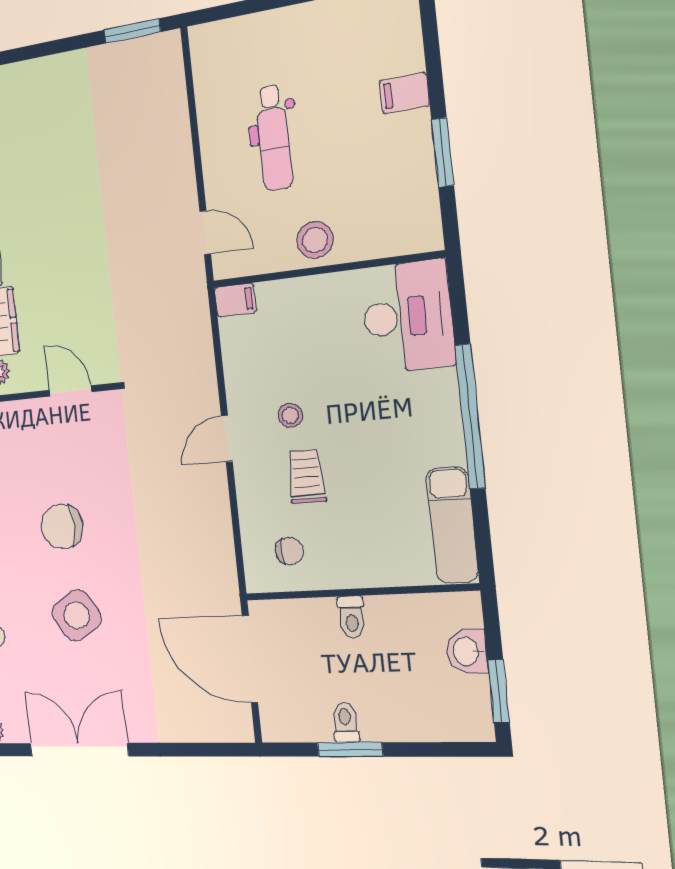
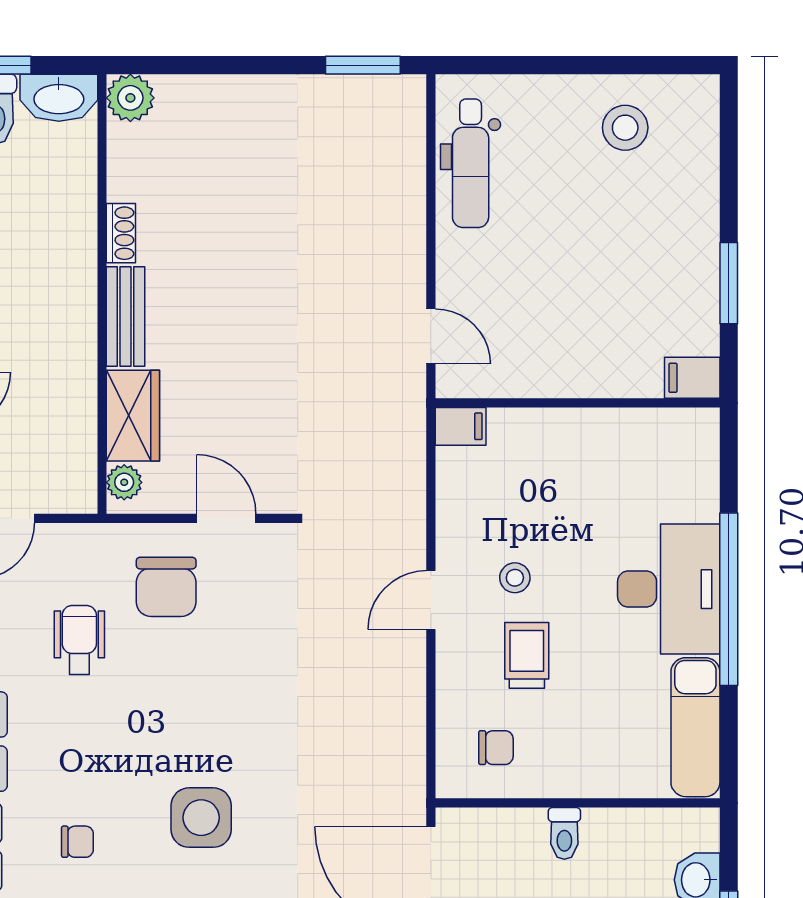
filing cabinet: (404, 93) -> (692, 378), moved
dental chair: (274, 138) -> (471, 163), moved
stool: (315, 240) -> (625, 128), moved
desk: (408, 317) -> (669, 589), moved
chair: (62, 526) -> (166, 587), moved, turned -90
side table: (76, 615) -> (201, 818), turned 33

